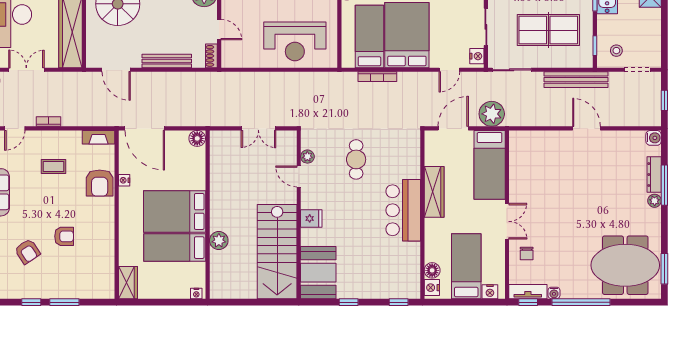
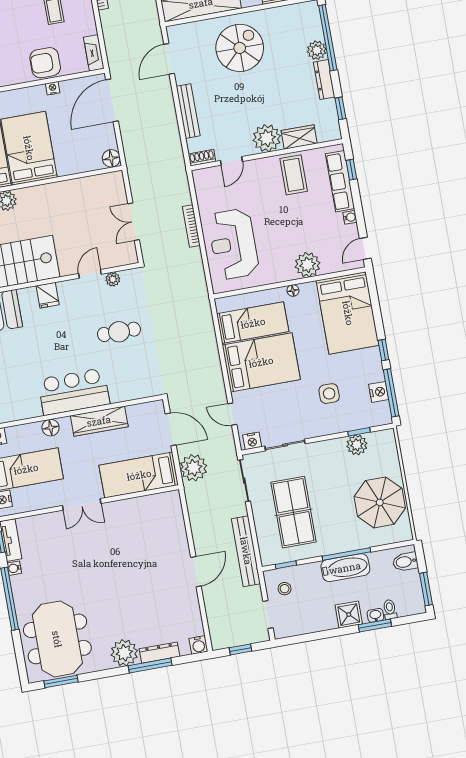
bookcase: (377, 77) -> (191, 226), moved
plant: (655, 201) -> (124, 653), width x1.88, depth x1.88
chair: (527, 254) -> (51, 532), removed
floor lamp: (432, 270) -> (51, 428), moved

